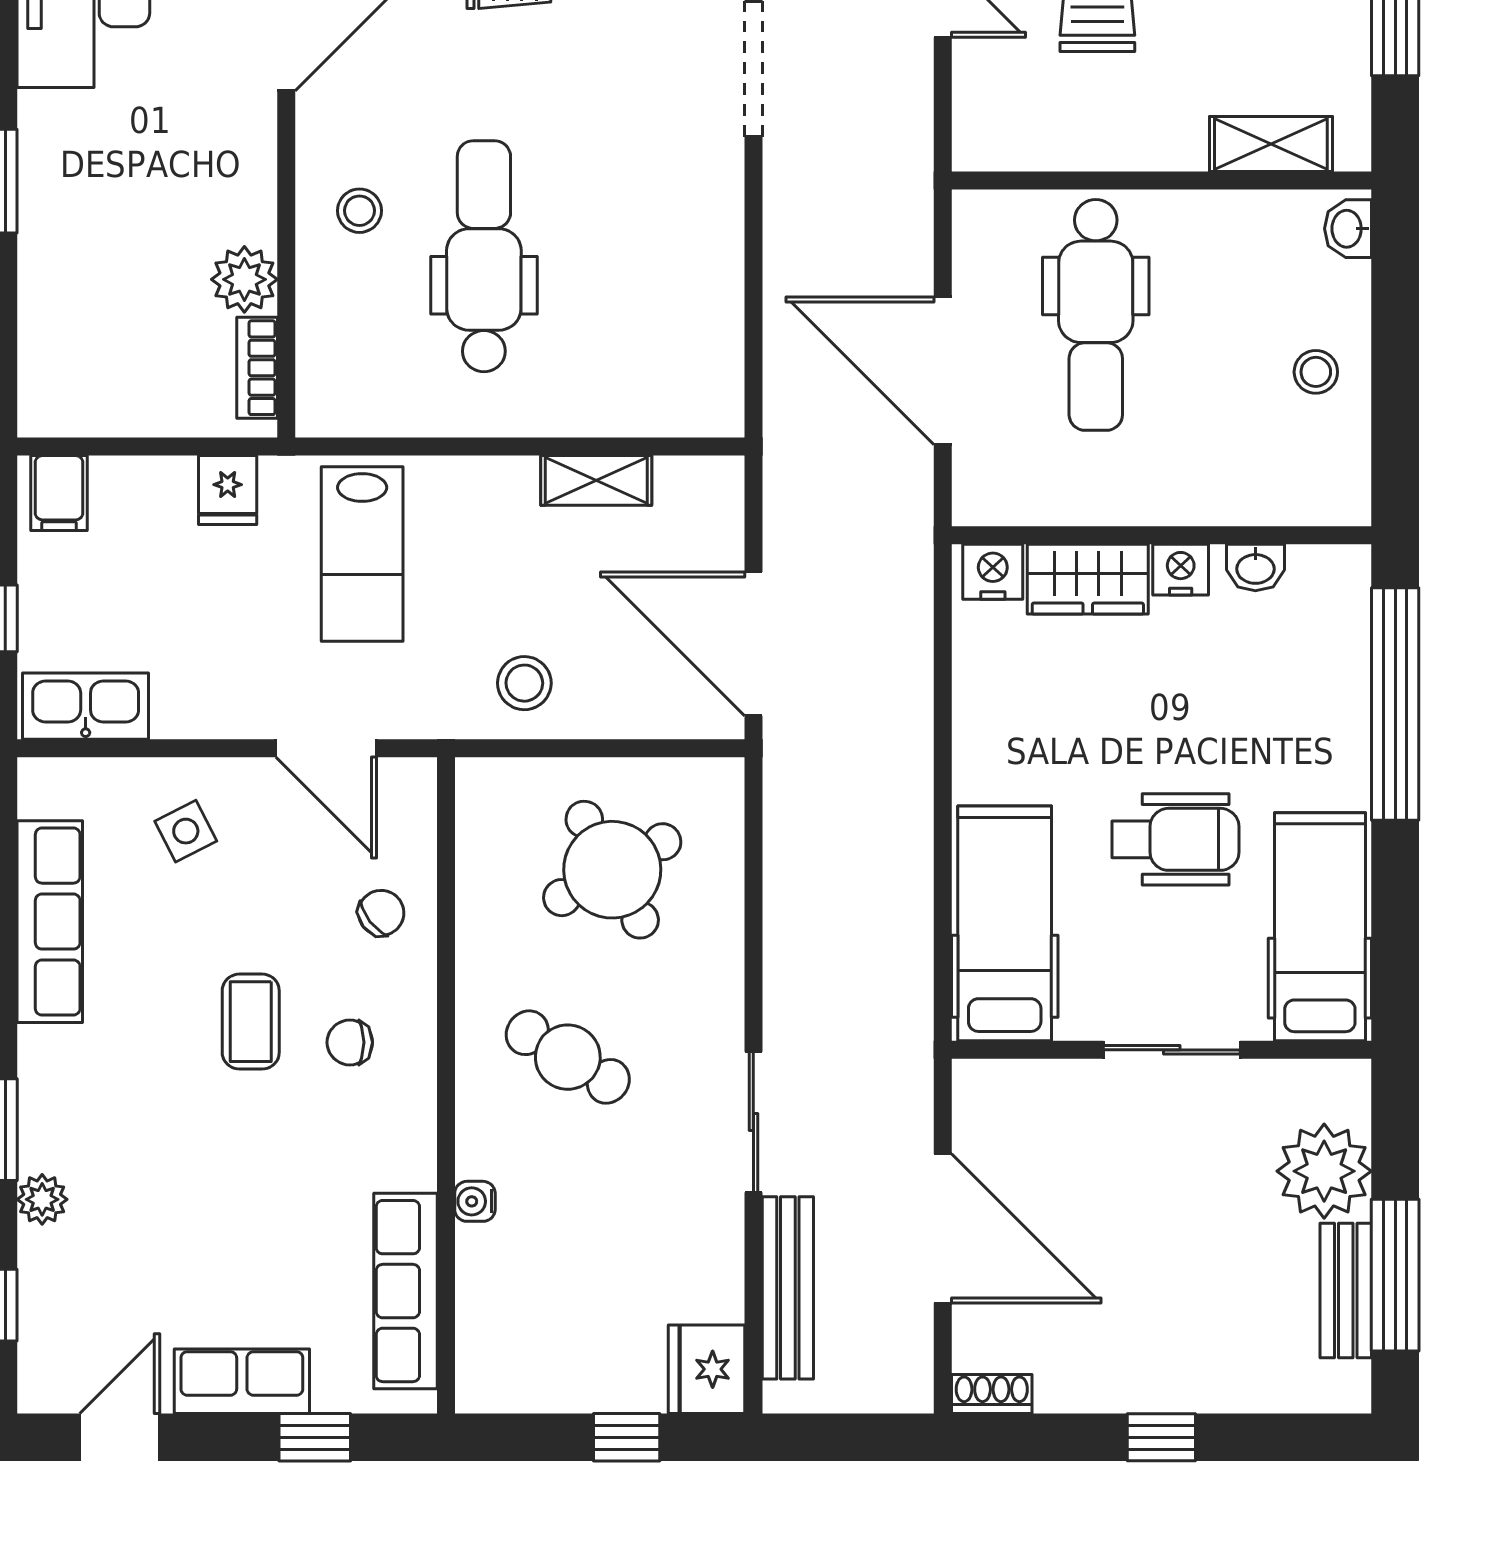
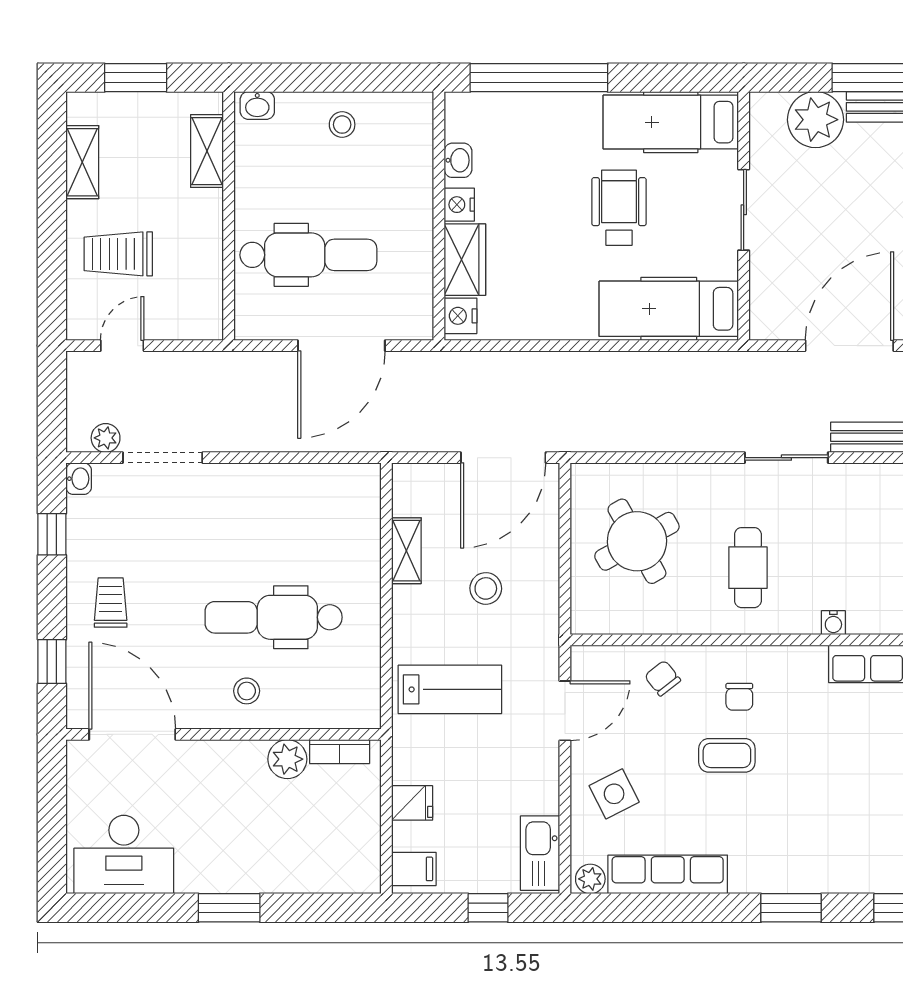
fridge: (228, 490) -> (412, 803), moved
stool: (524, 683) -> (486, 588), moved
side table: (186, 831) -> (614, 794), width x1.37, depth x1.37
cafe table: (568, 1057) -> (748, 568), turned -31
plant: (42, 1199) -> (590, 879), moved

